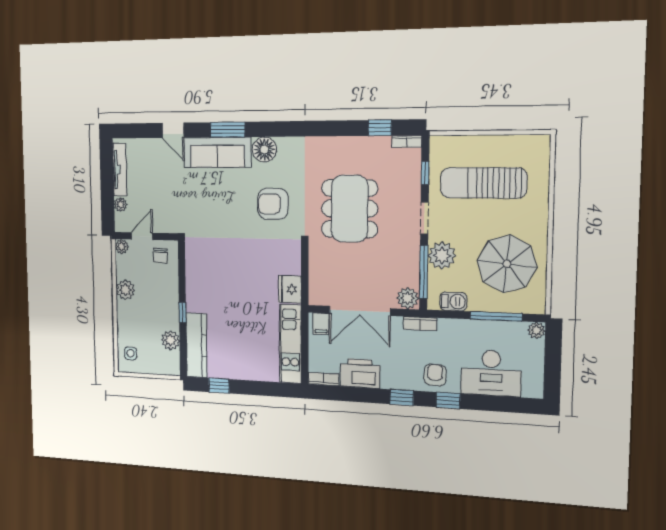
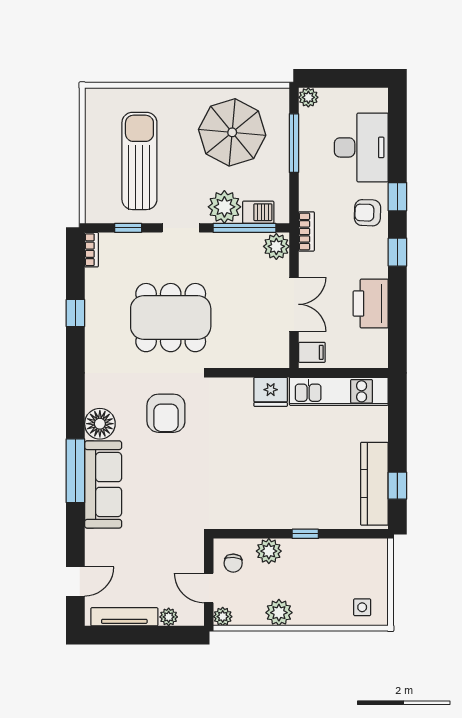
window: (380, 128) -> (75, 313), moved
door: (173, 130) -> (75, 581), moved
window: (228, 130) -> (75, 471), width x1.44
sun lounger: (483, 183) -> (139, 161), turned 180
chair: (160, 256) -> (233, 563), turned 91
barbecue: (453, 301) -> (258, 212), moved, turned 90
double door: (360, 311) -> (294, 304), width x0.73
plant: (170, 340) -> (269, 551), moved
kitchen counter: (196, 345) -> (374, 484), moved, turned -90
bookcase: (324, 379) -> (381, 349), removed

